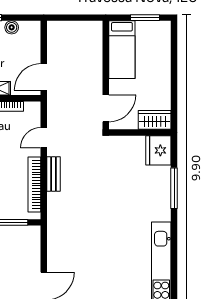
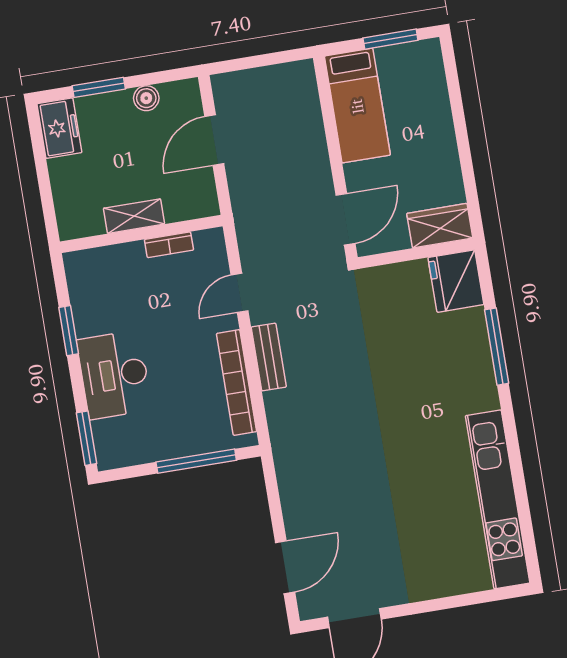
door: (44, 77) -> (214, 140), moved

